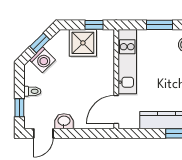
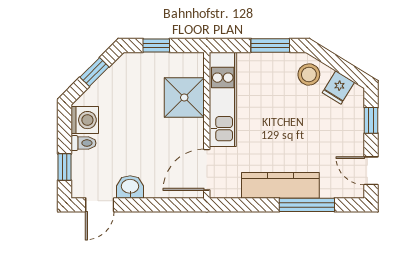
window: (94, 25) -> (156, 45), moved
shower: (83, 43) -> (184, 97), moved
washing machine: (42, 60) -> (85, 120), moved, turned -45

